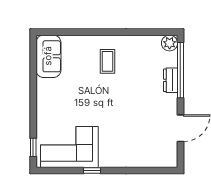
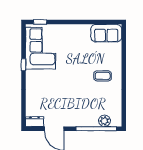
plant: (170, 43) -> (104, 121), moved
dresser: (171, 80) -> (35, 122), moved

